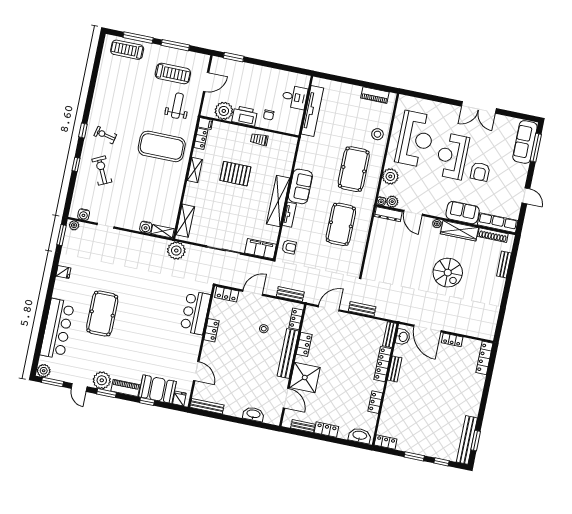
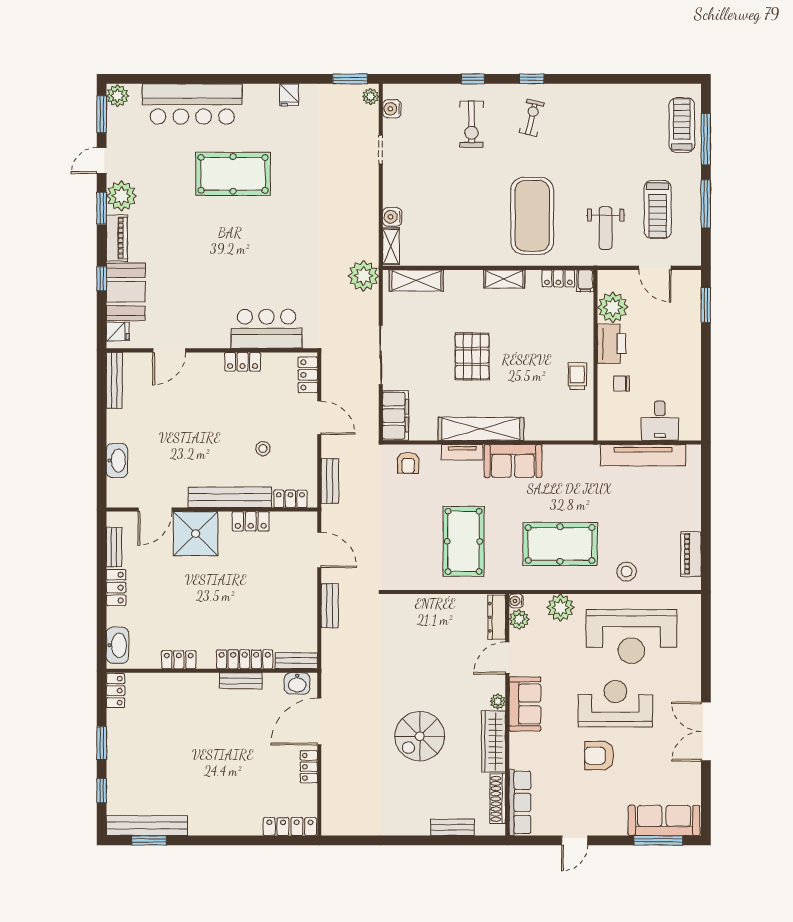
weight bench: (177, 106) -> (606, 228), turned 90
exercise bike: (102, 171) -> (471, 124), turned 116
pallet: (235, 174) -> (472, 357), moved
sofa: (463, 213) -> (525, 704), moved
pool table: (341, 224) -> (464, 541), turned 90

